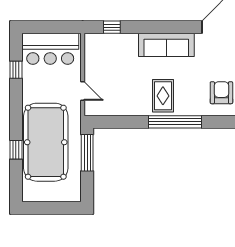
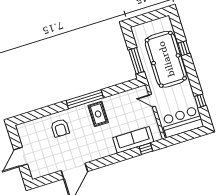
sofa: (166, 45) -> (133, 140), moved

